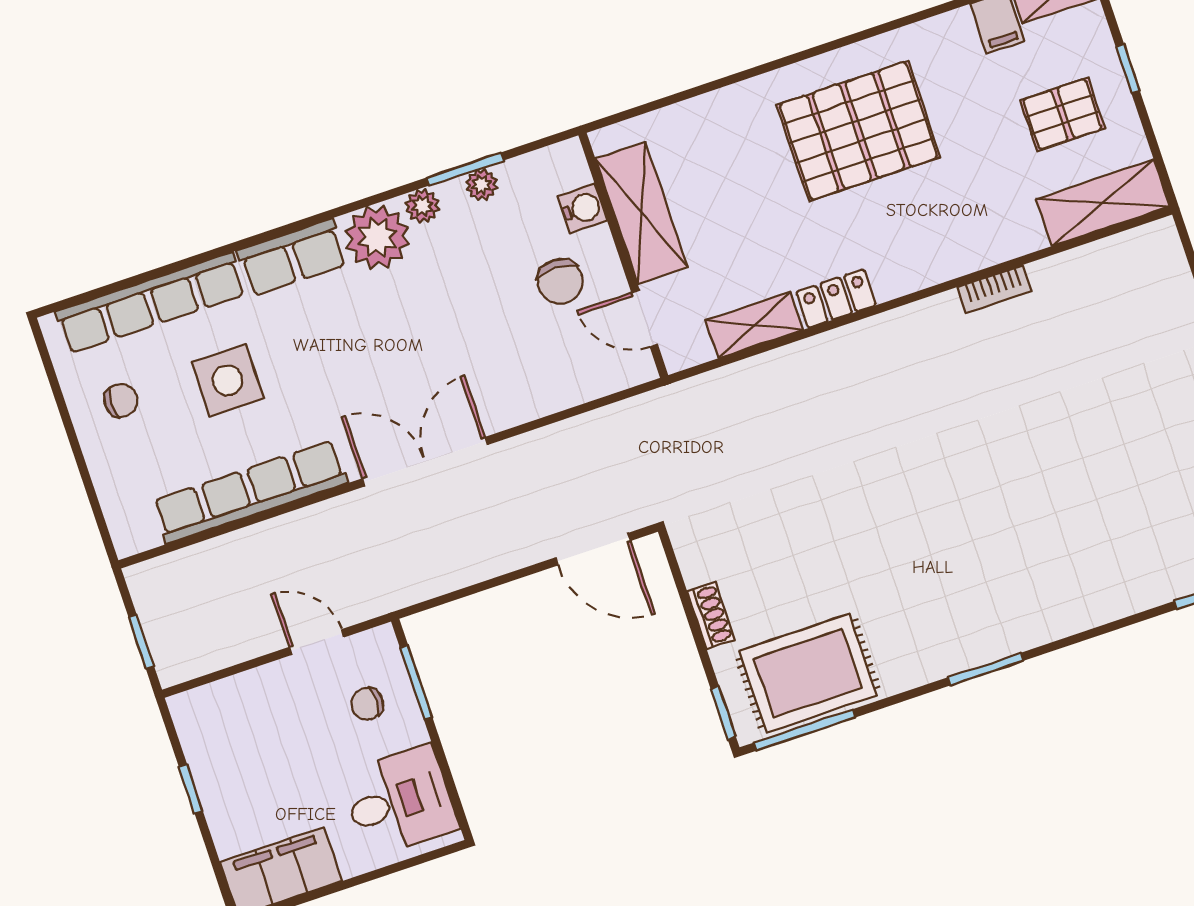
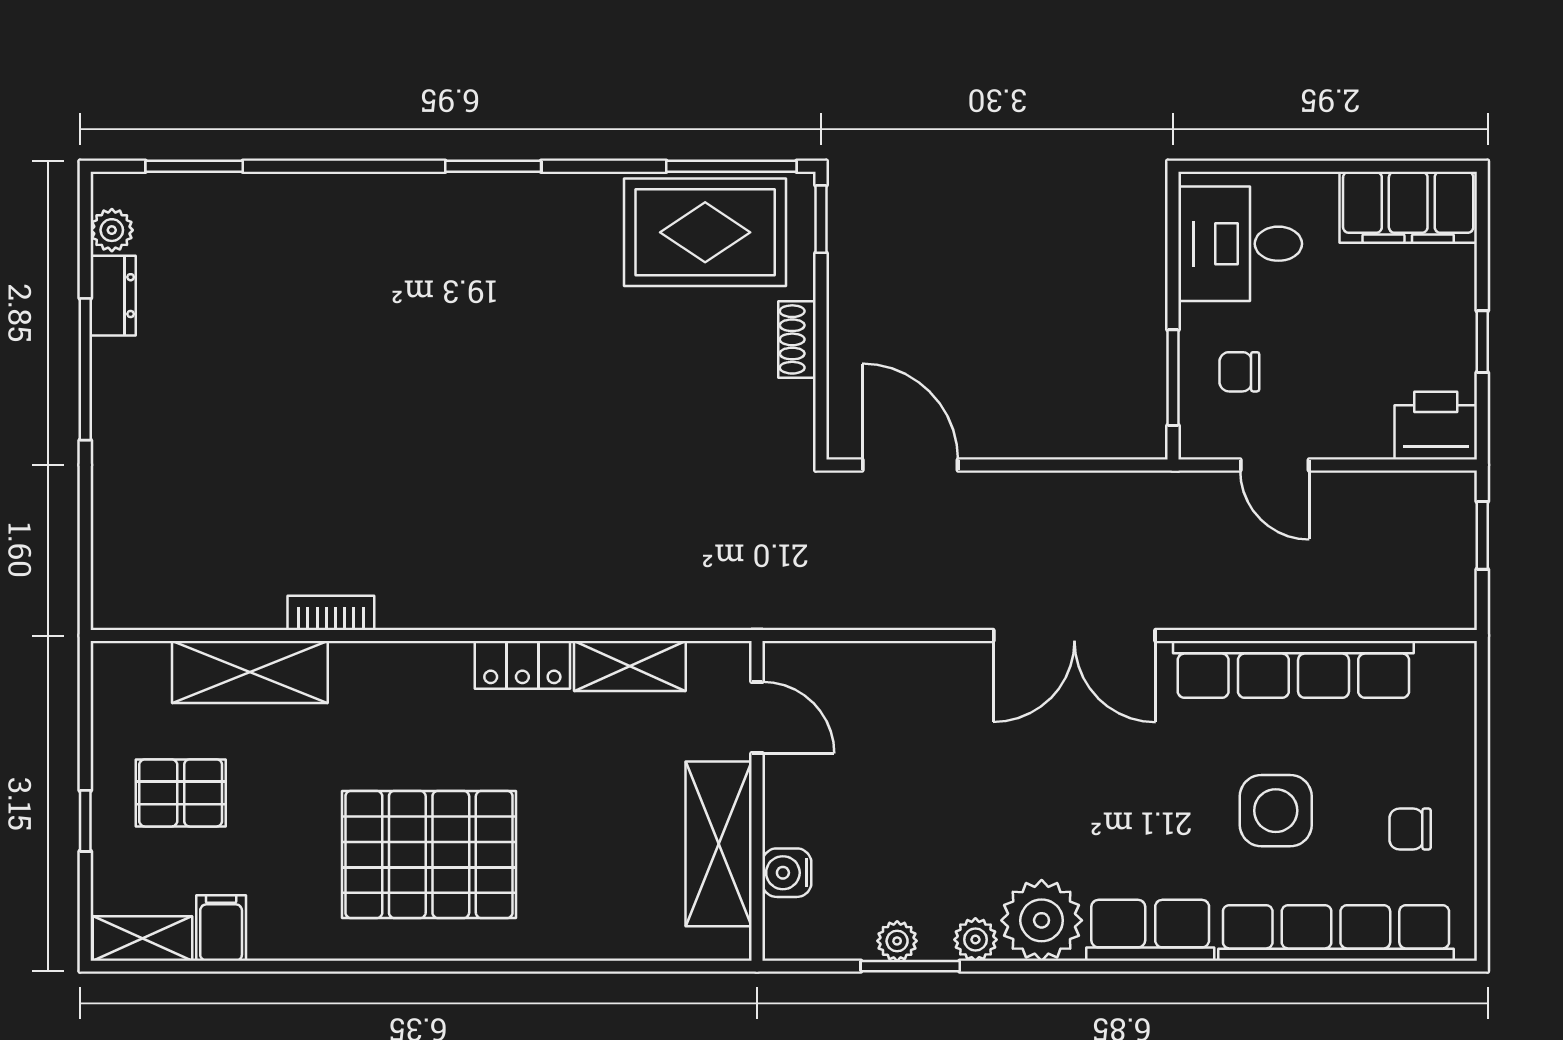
shelving: (1103, 203) -> (250, 672), moved
chair: (560, 281) -> (842, 795), removed
chair: (367, 704) -> (1239, 372), turned 180
printer: (204, 713) -> (1436, 426), added

